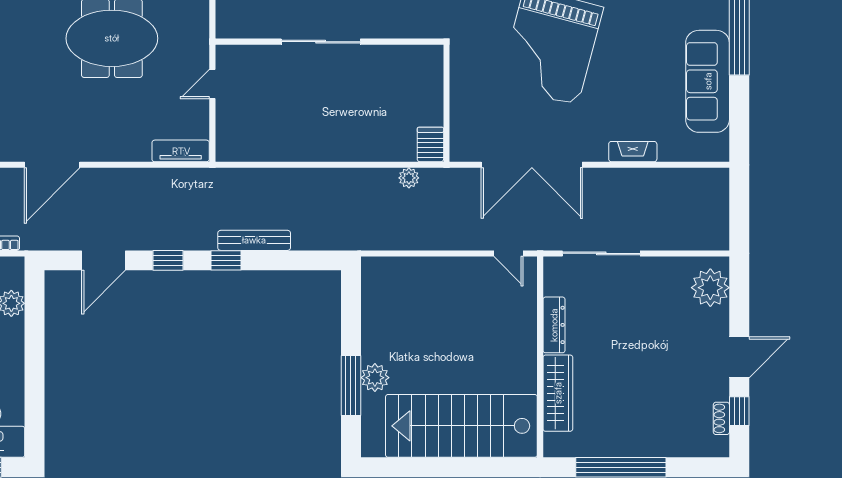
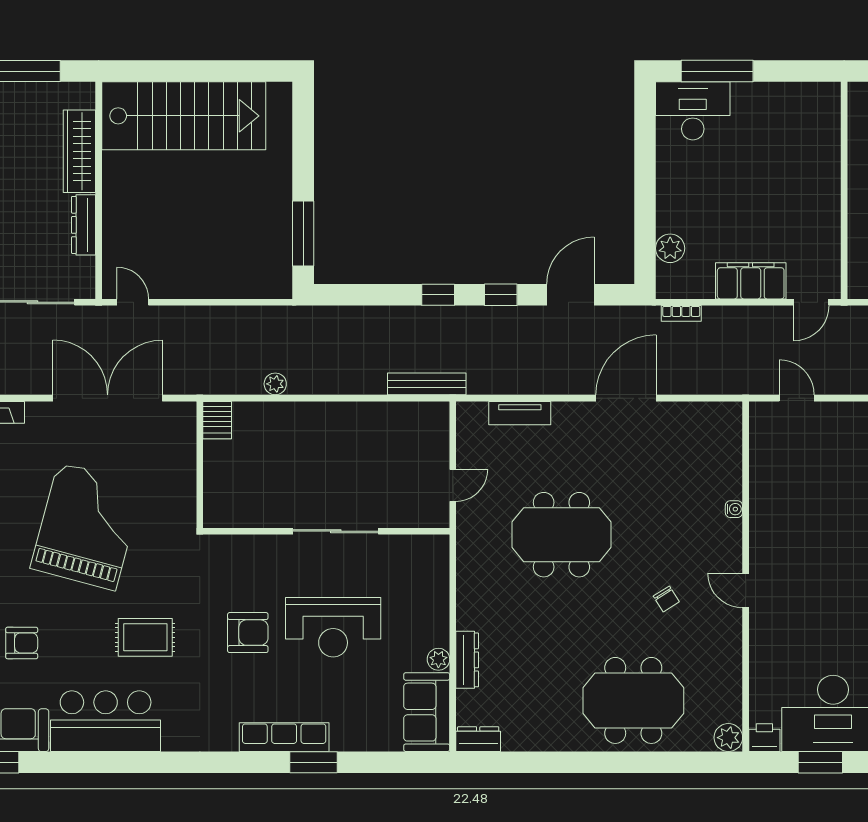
tv unit: (181, 151) -> (520, 413), moved
plant: (409, 178) -> (275, 384), moved
bench: (254, 240) -> (427, 384), moved
plant: (375, 378) -> (277, 168), removed
window: (351, 385) -> (303, 233), moved

